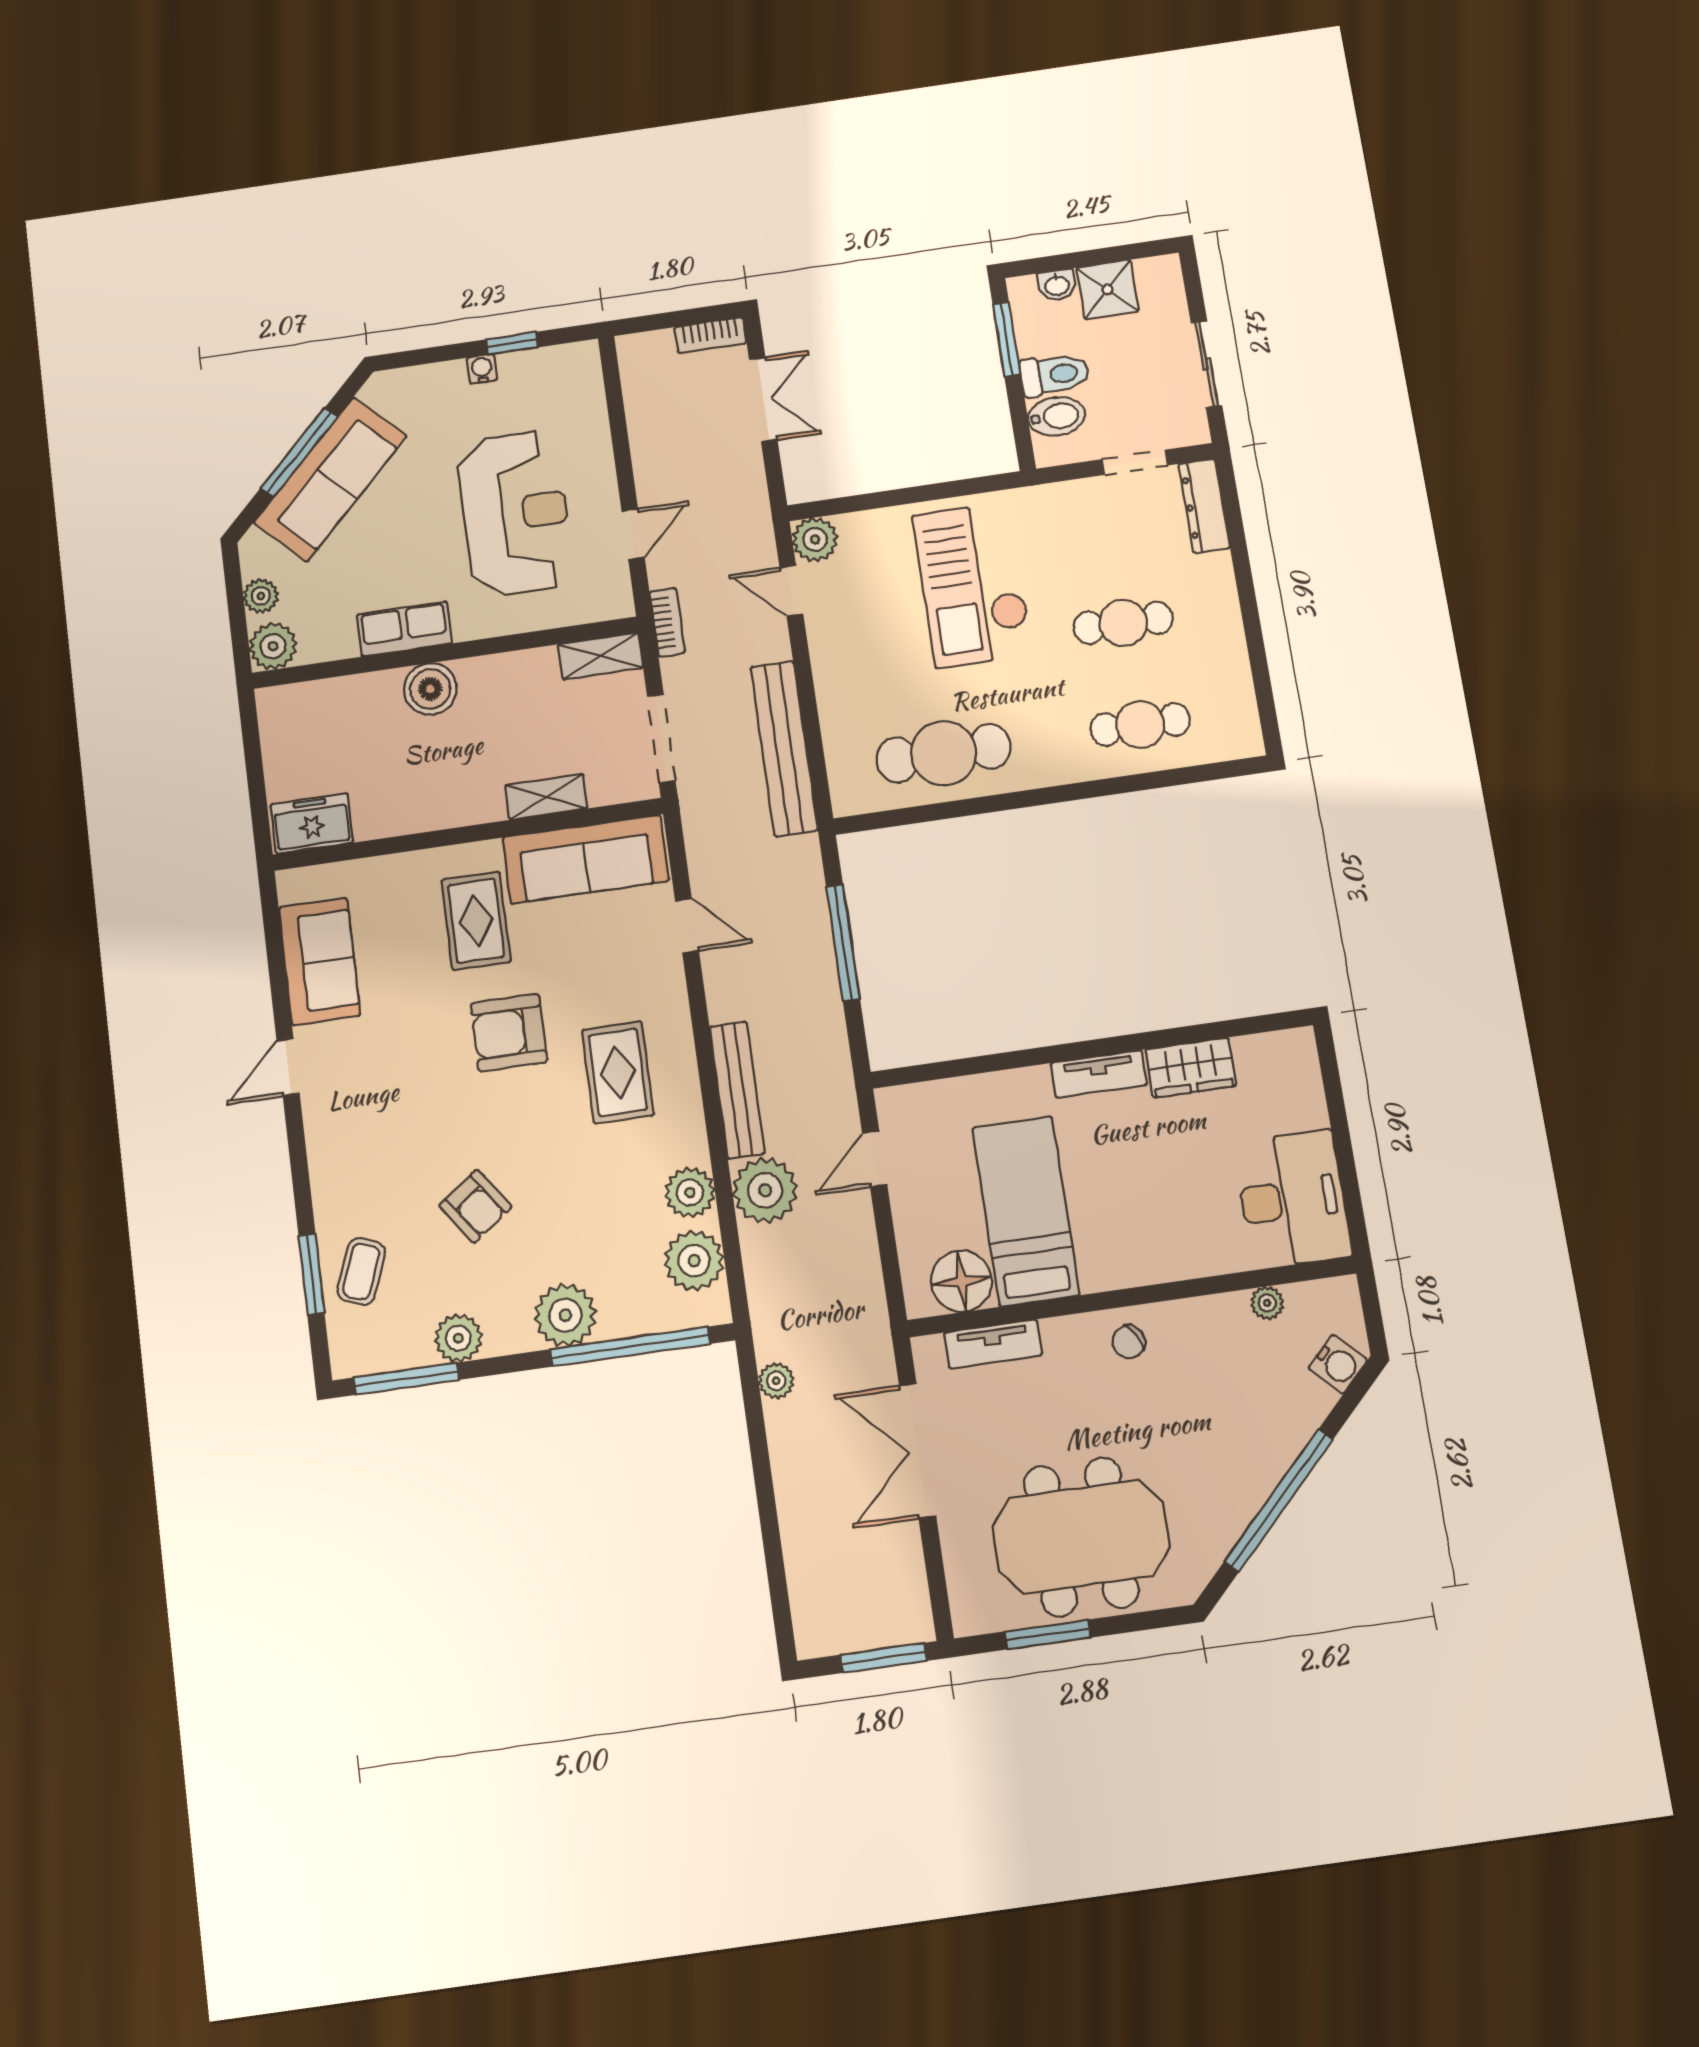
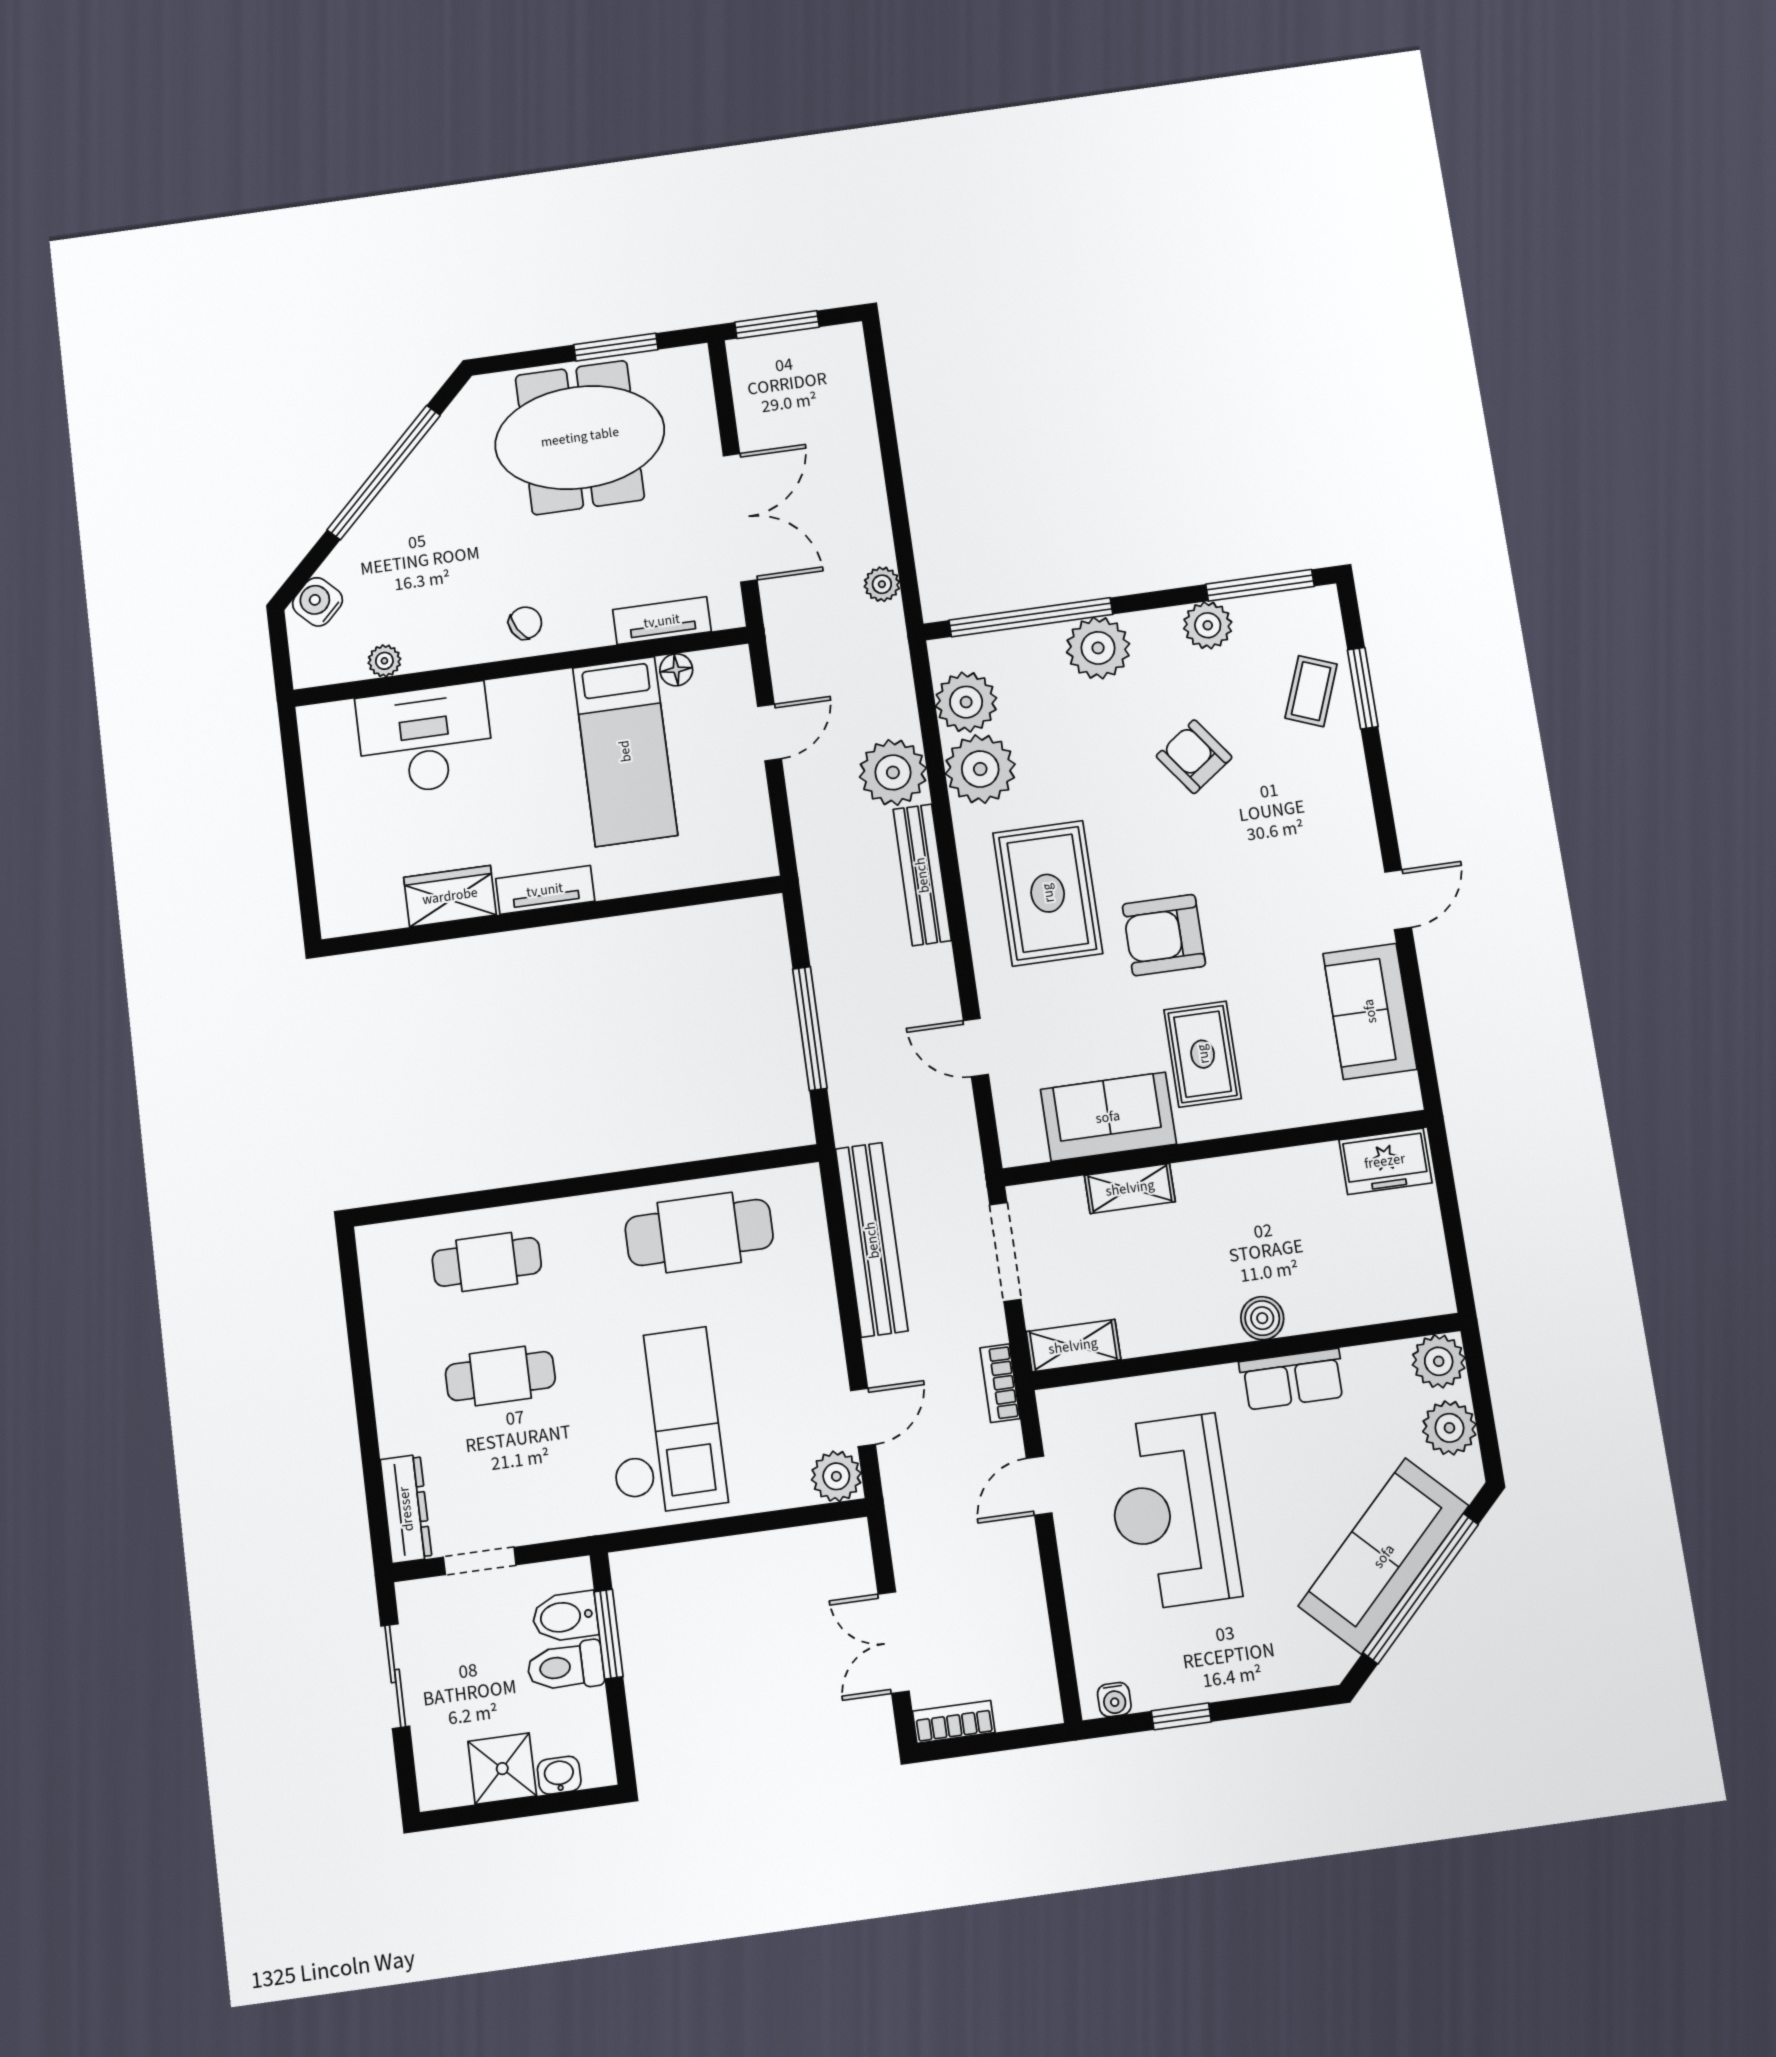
window: (1007, 339) -> (609, 1634), moved
water cooler: (482, 369) -> (1114, 1700), moved
window: (299, 452) -> (1421, 1588), width x1.46
door: (791, 591) -> (863, 1417), hinge flipped
plant: (261, 596) -> (1449, 1428), width x1.38, depth x1.38
boiler: (430, 689) -> (1262, 1318), width x0.73, depth x0.73
sofa: (586, 859) -> (1108, 1117), width x0.73
armchair: (509, 1033) -> (1164, 935), turned 180
rug: (618, 1072) -> (1048, 893), width x1.36, depth x1.43
door: (875, 1159) -> (769, 732), moved
plant: (690, 1192) -> (980, 769), width x1.36, depth x1.36
desk: (1292, 1199) -> (425, 739), moved, turned 90
floor lamp: (961, 1281) -> (676, 670), width x0.53, depth x0.53

